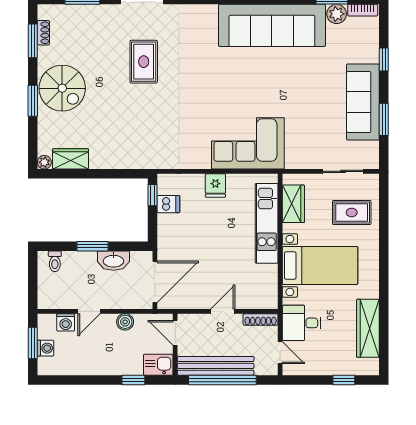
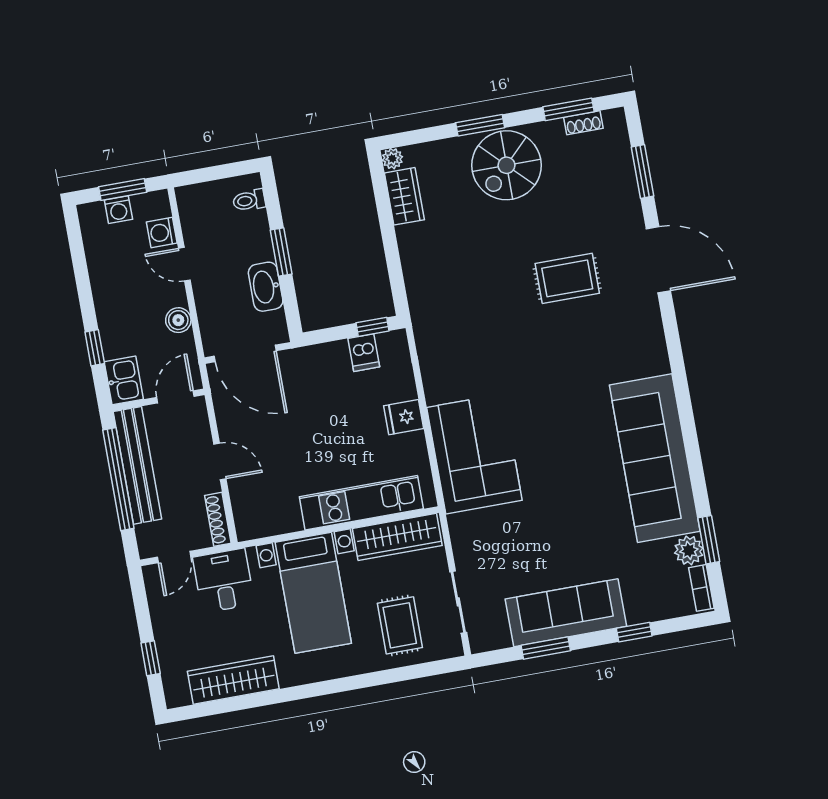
wardrobe: (293, 204) -> (397, 537), width x1.50

